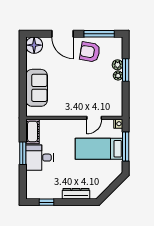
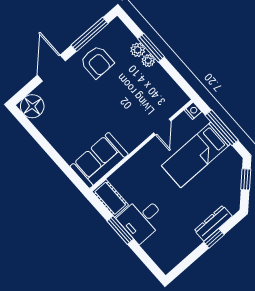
door: (62, 34) -> (51, 68), swing flipped
armchair: (90, 52) -> (97, 62), turned -100
sofa: (37, 88) -> (99, 160), moved, turned -90
window: (114, 185) -> (246, 179), added
window: (46, 202) -> (214, 238), moved

